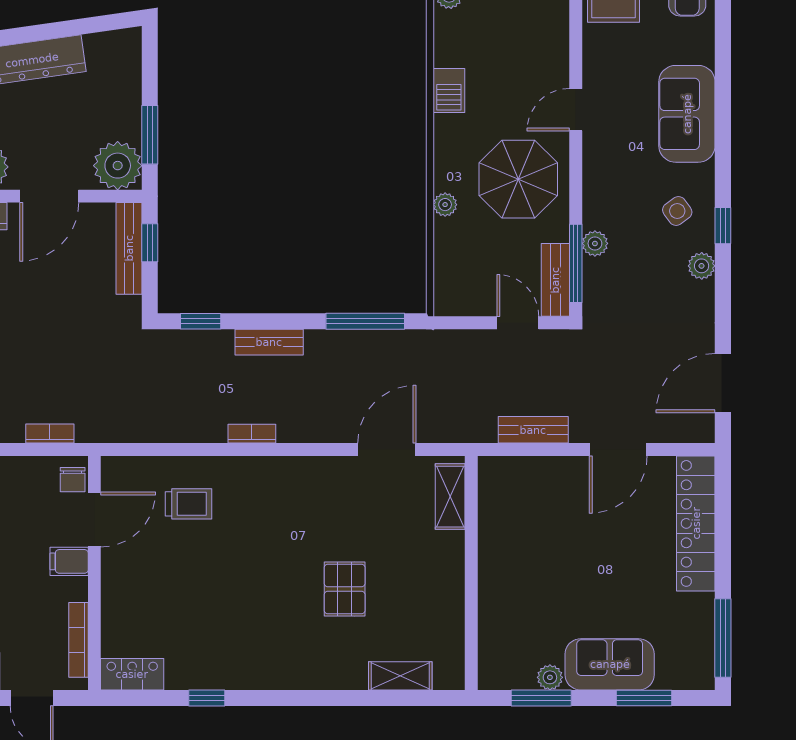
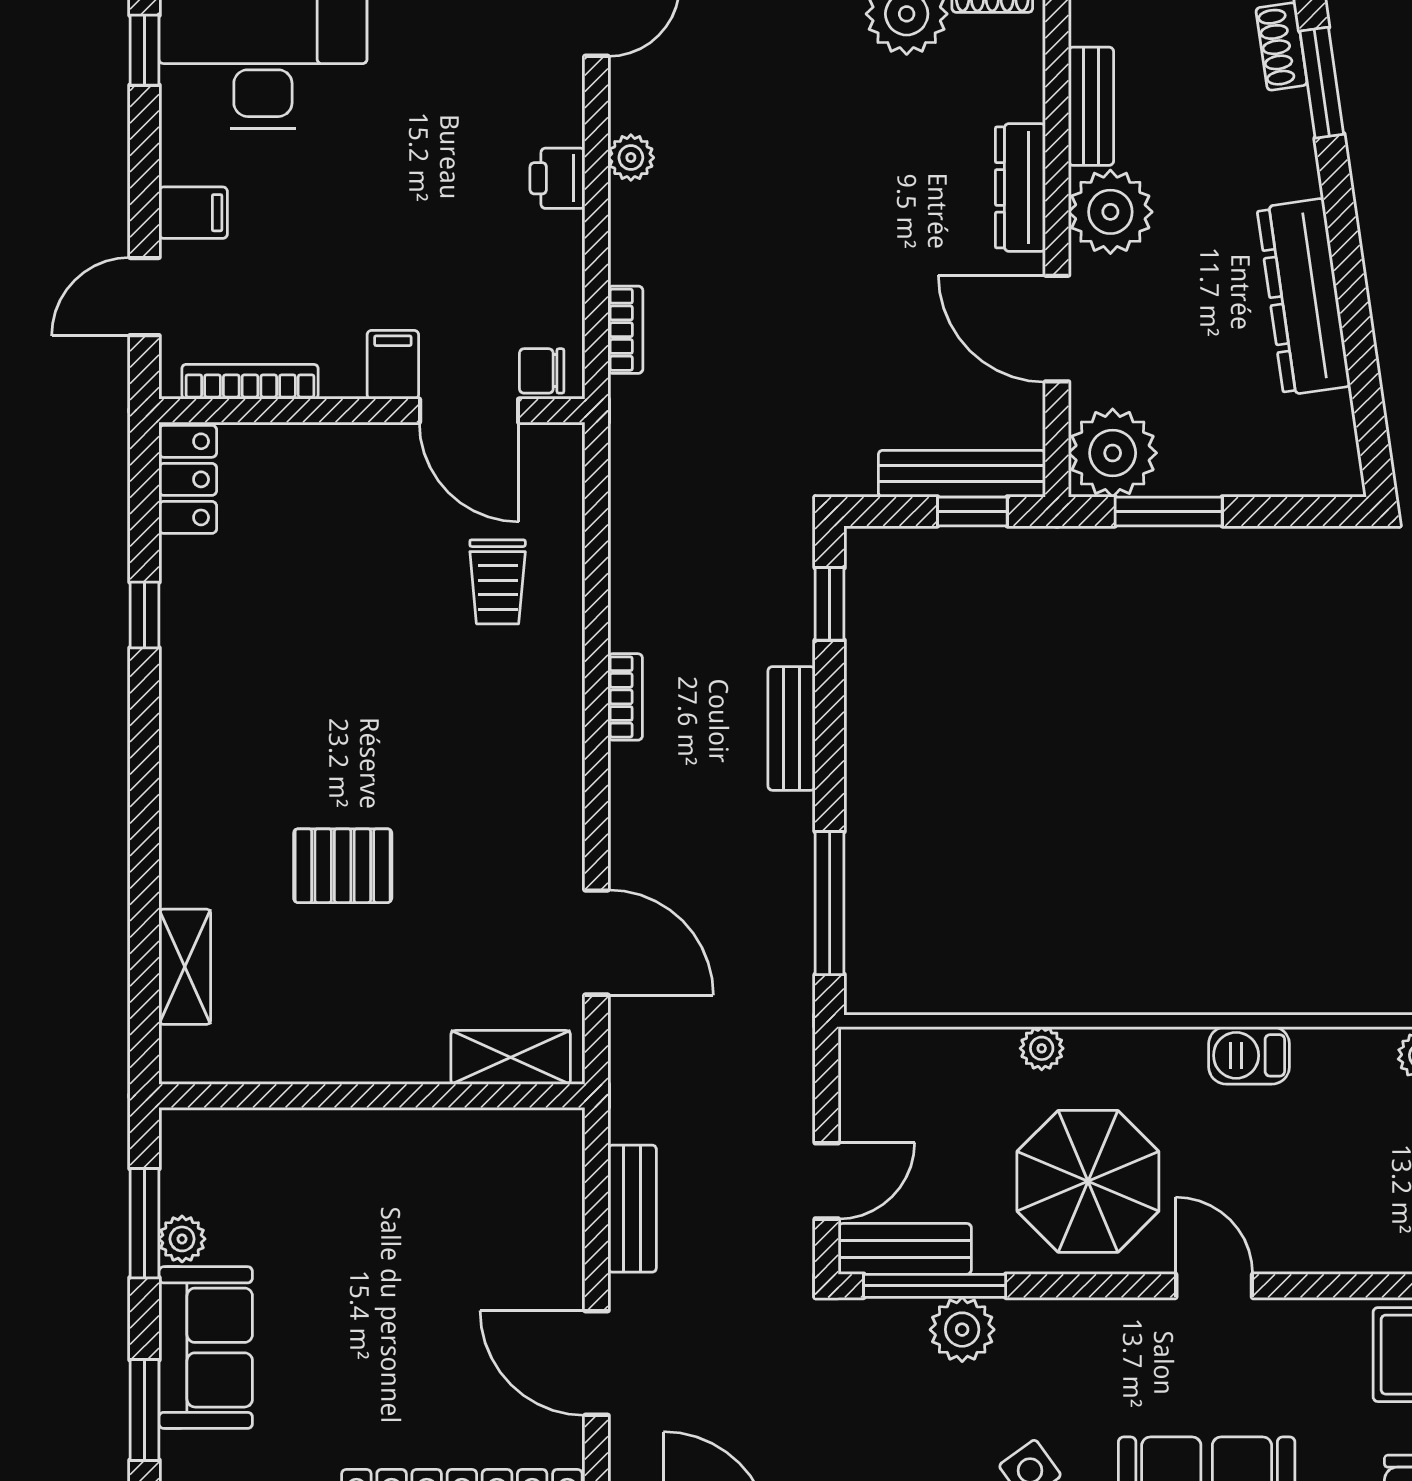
plant: (595, 243) -> (962, 1330), width x1.38, depth x1.38

